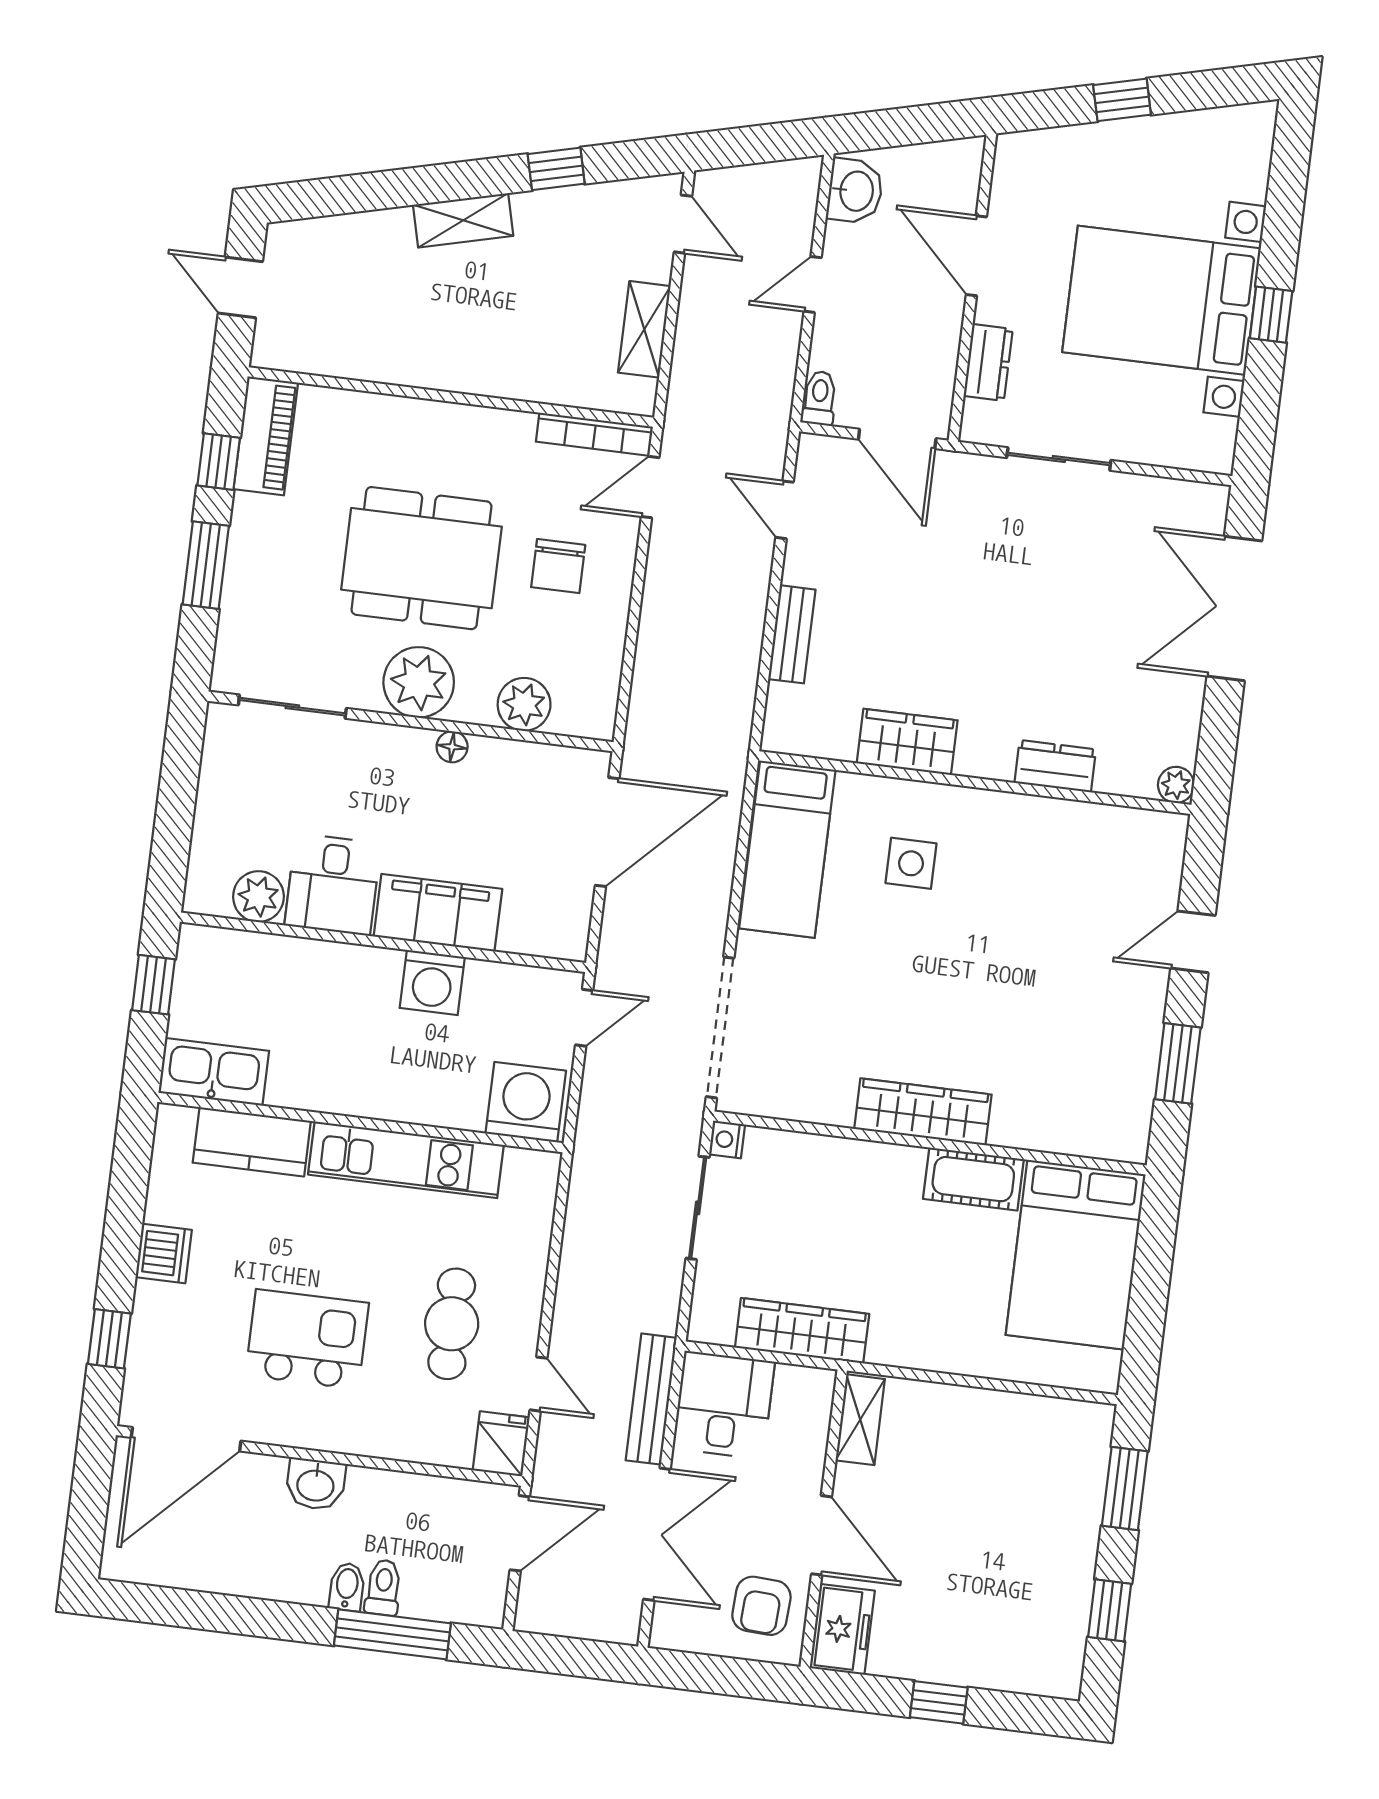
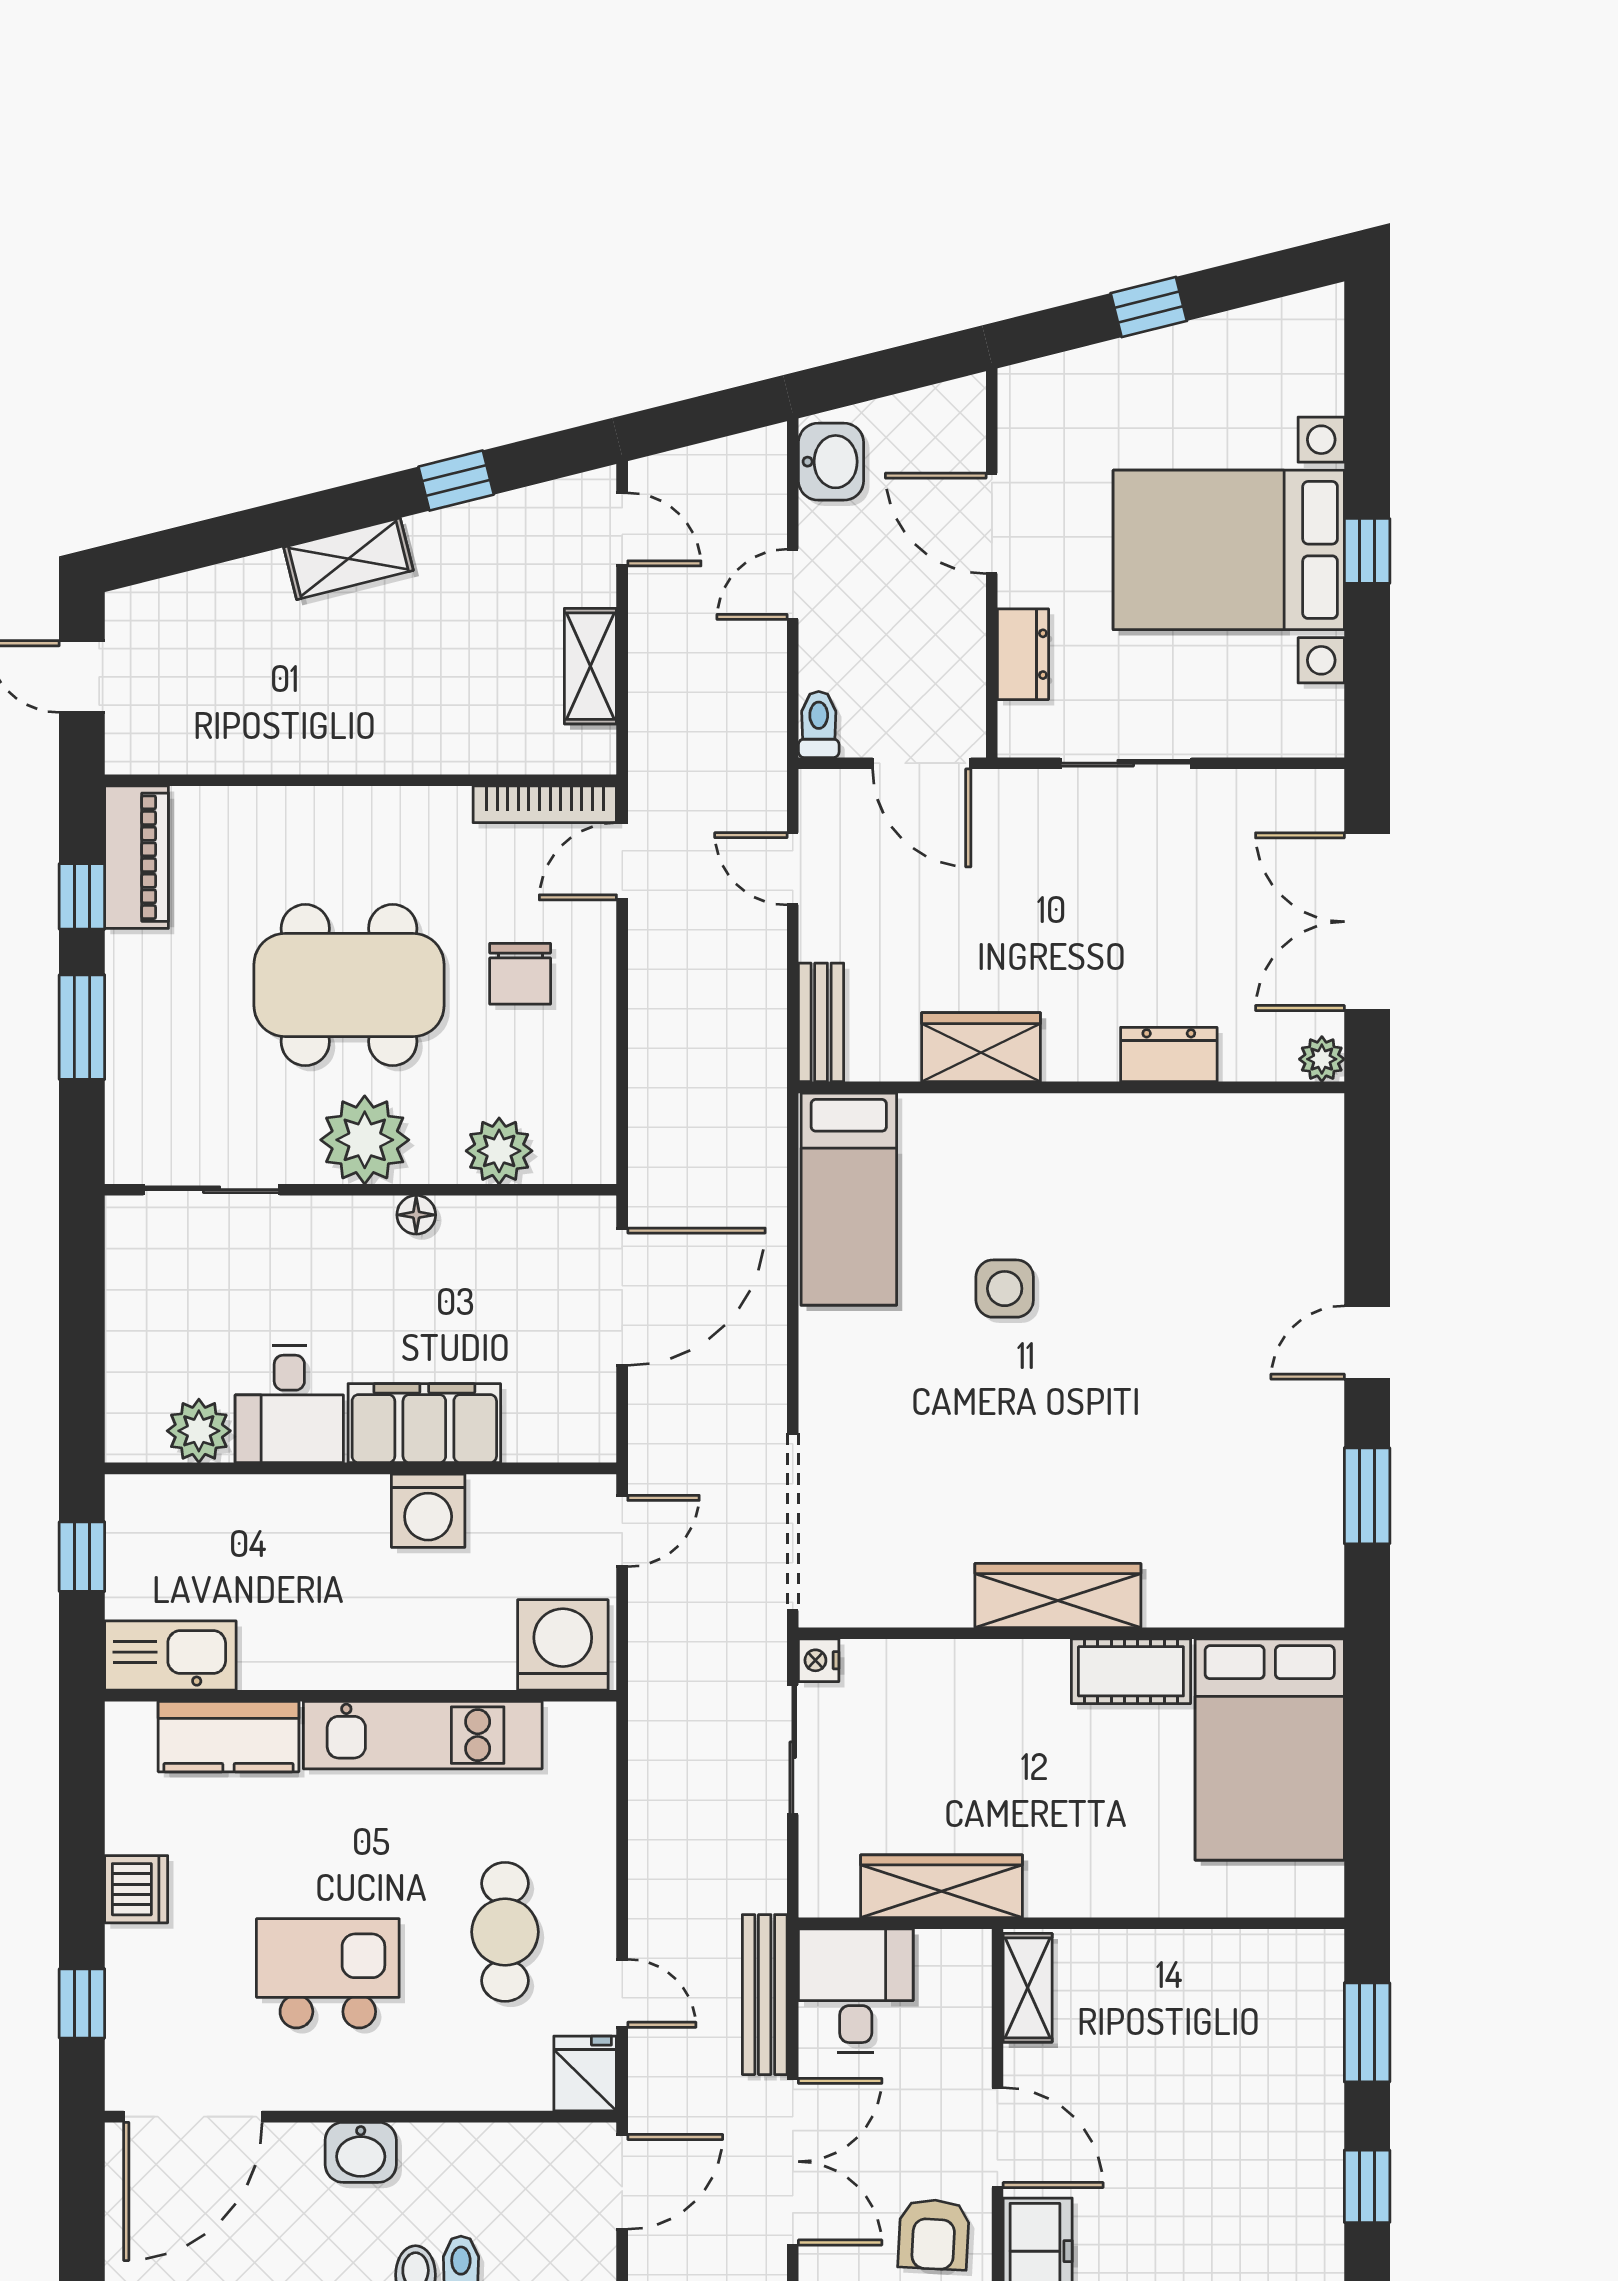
wardrobe: (907, 742) -> (981, 1047), moved
dresser: (1055, 766) -> (1169, 1055), moved
wall: (975, 783) -> (1071, 1087), moved
plant: (1176, 785) -> (1322, 1059), moved
bed: (787, 849) -> (849, 1199), moved

